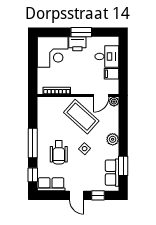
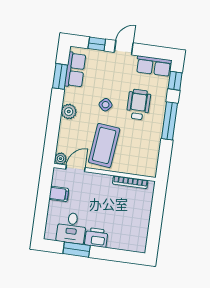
window: (81, 32) -> (77, 250), moved
corner desk: (53, 52) -> (129, 231), removed
desk: (107, 56) -> (72, 228), moved, turned -90
coffee table: (81, 117) -> (104, 145), turned 54
door: (76, 195) -> (124, 48), hinge flipped

